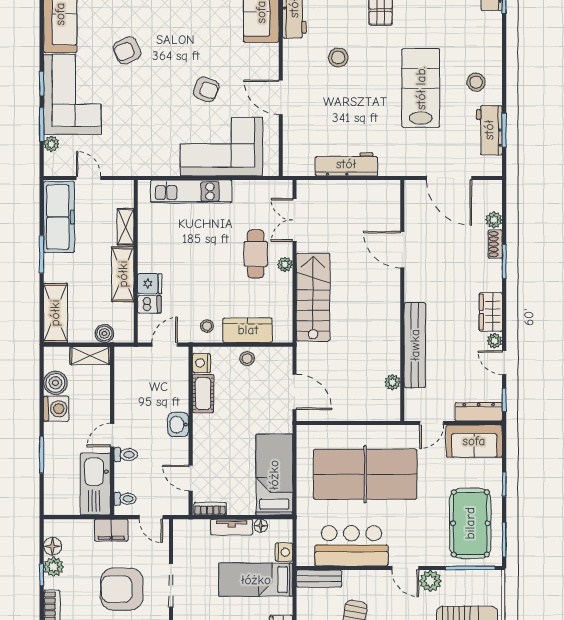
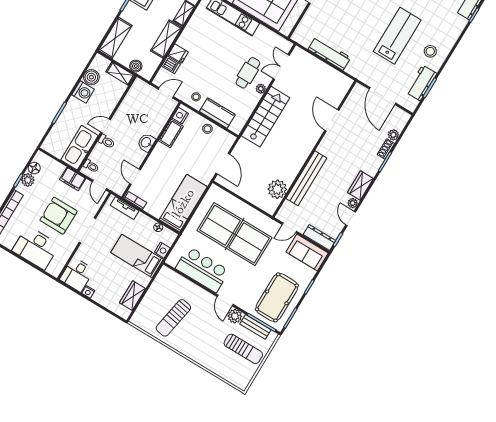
plant: (393, 382) -> (277, 189), width x1.88, depth x1.88
tv unit: (232, 527) -> (125, 208), moved
bench: (319, 579) -> (255, 327), moved

